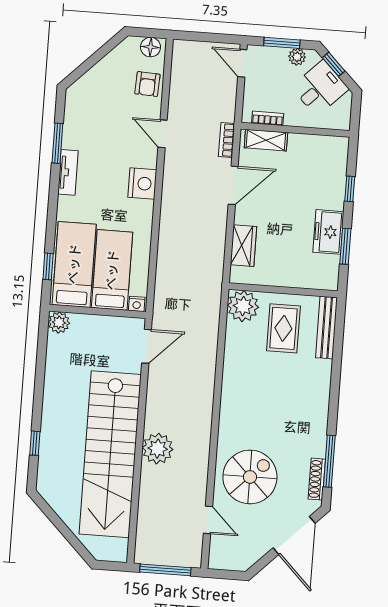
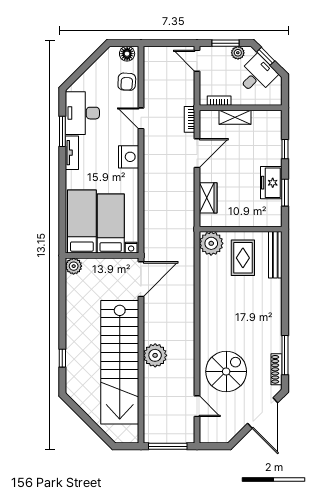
desk: (86, 121) -> (82, 113), added
shelving: (266, 140) -> (235, 117), moved
window: (48, 266) -> (62, 225), removed
door: (147, 346) -> (141, 279), width x1.36

